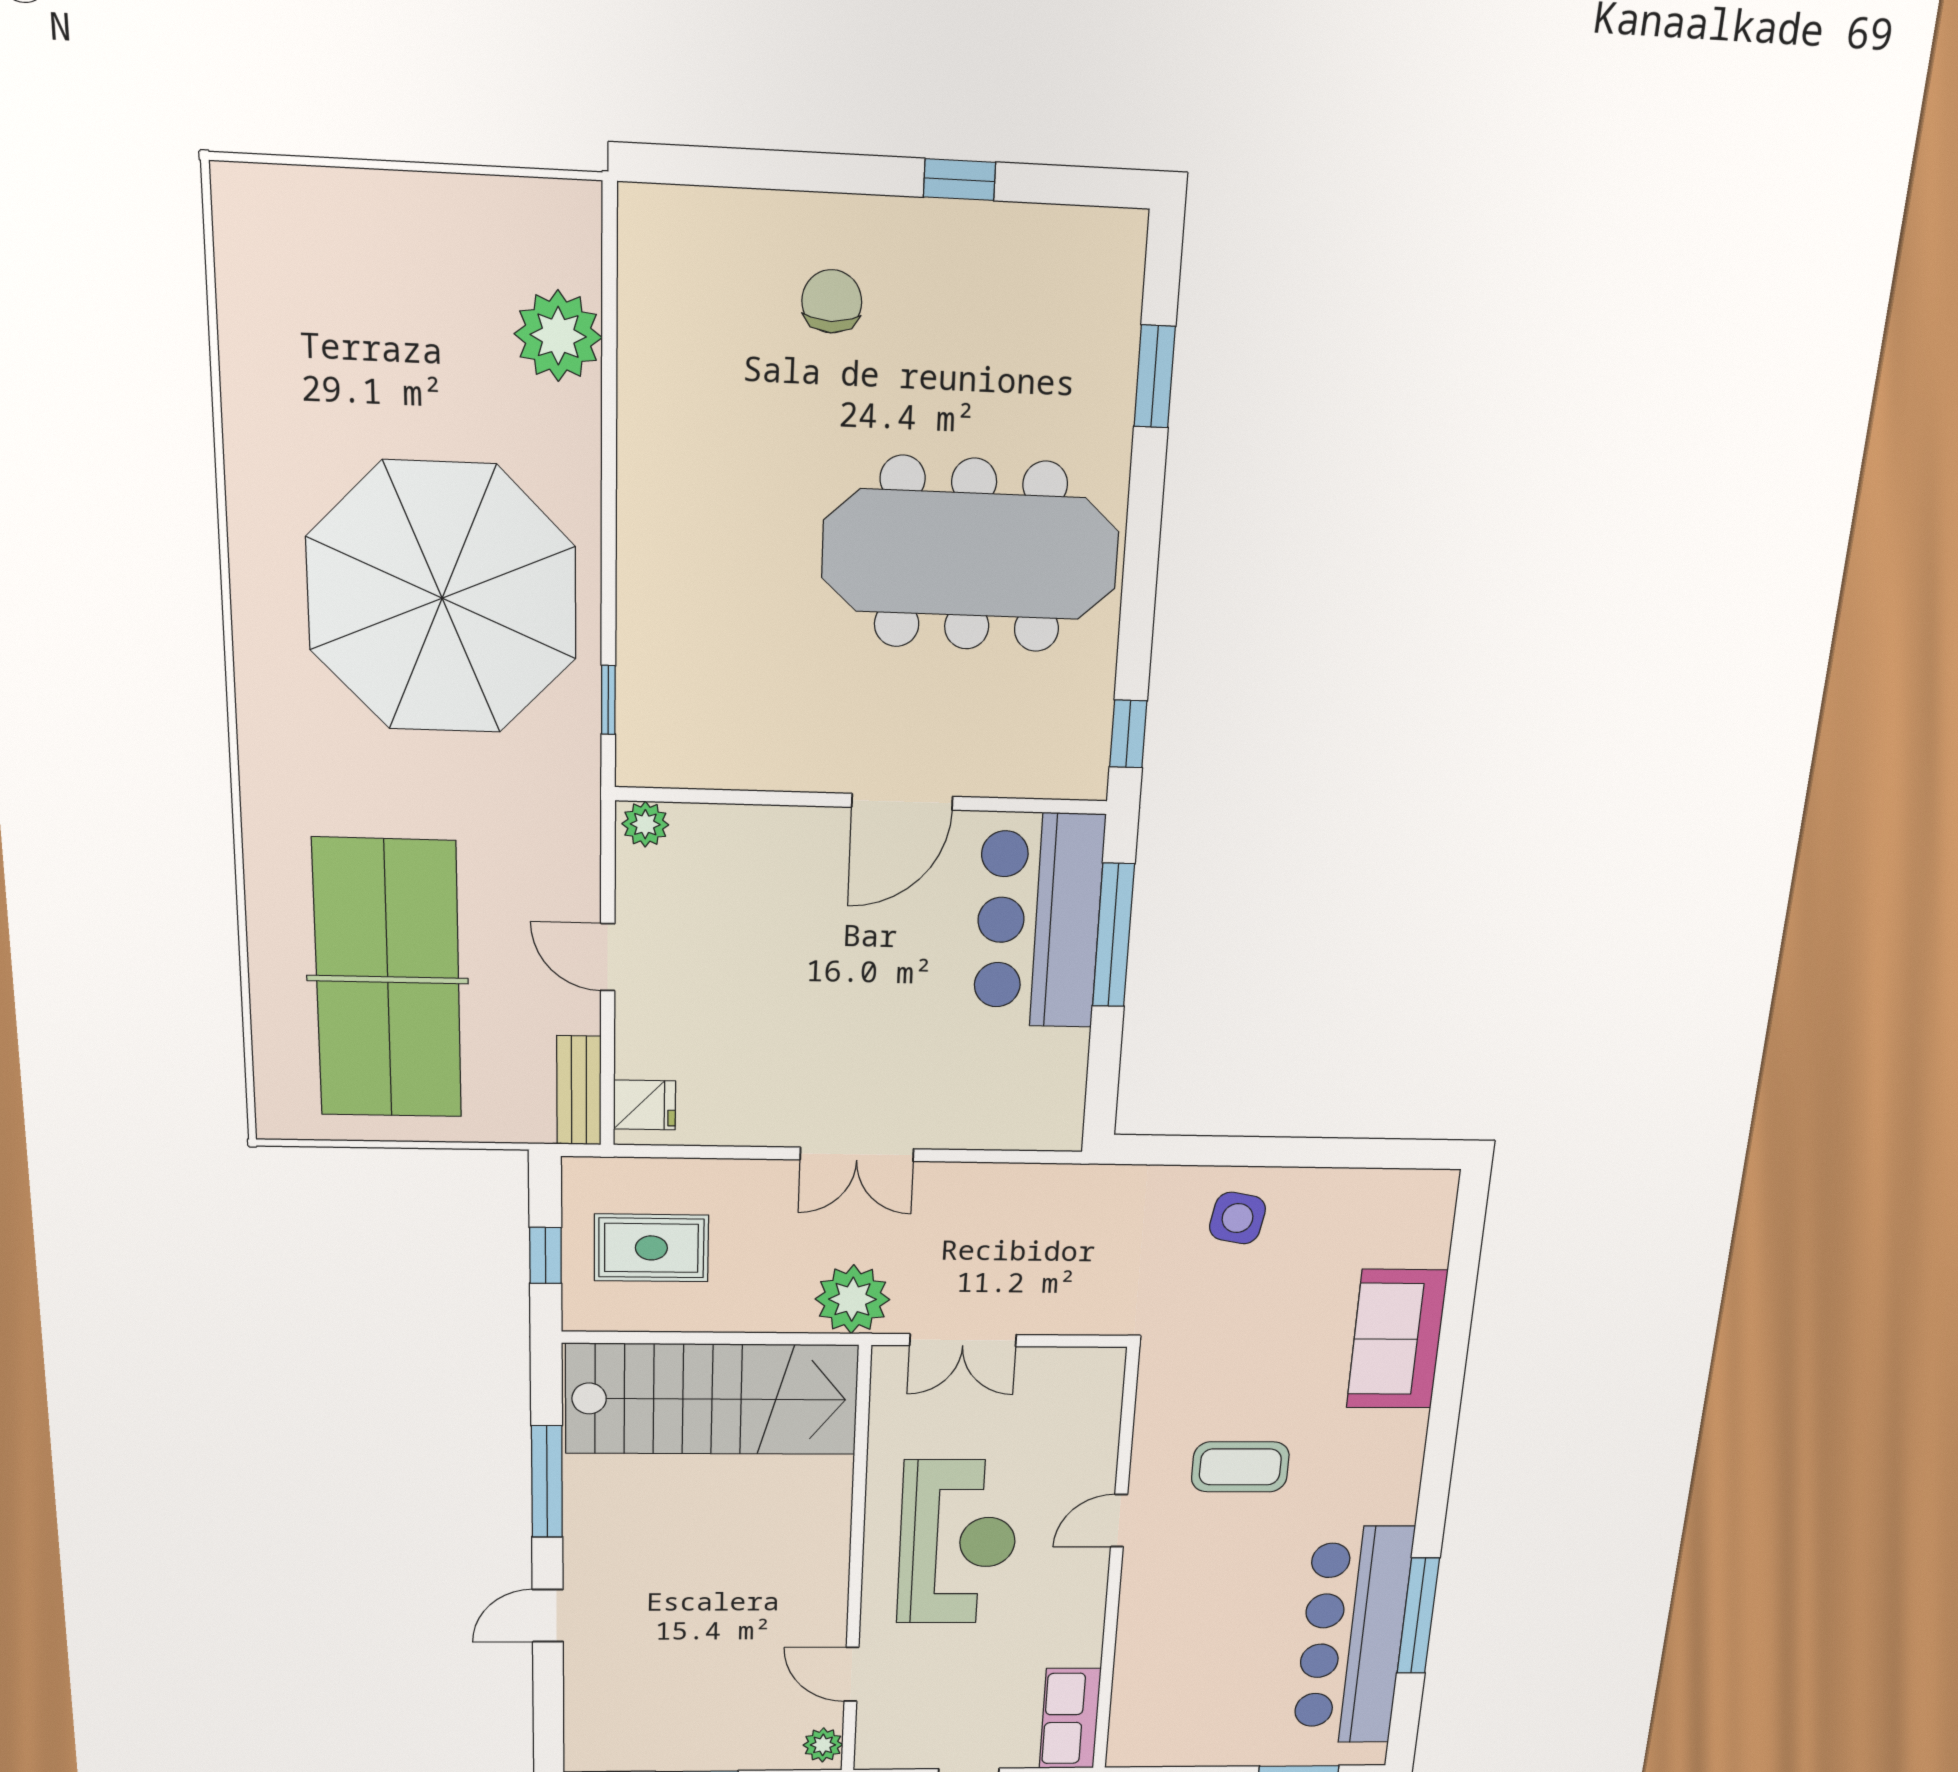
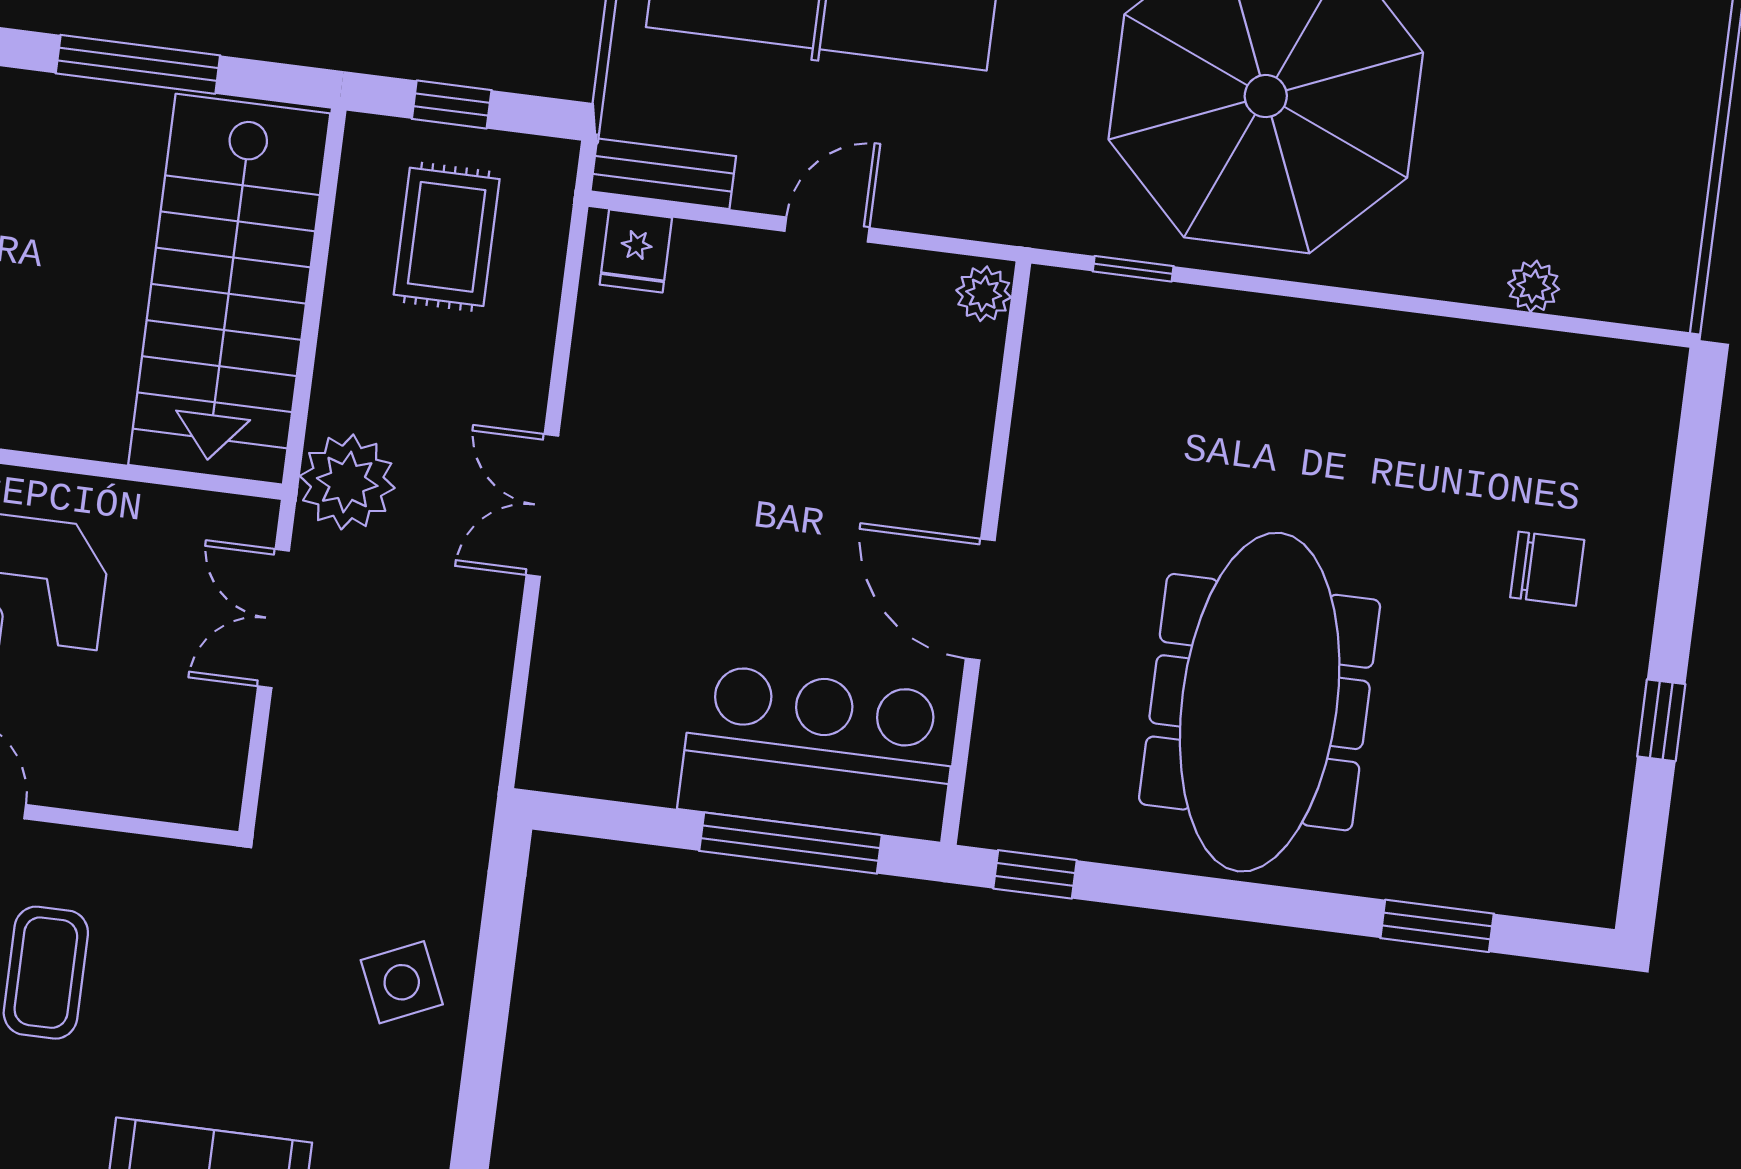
plant: (558, 336) -> (1534, 286), width x0.53, depth x0.53
side table: (1237, 1218) -> (402, 982), turned -34

